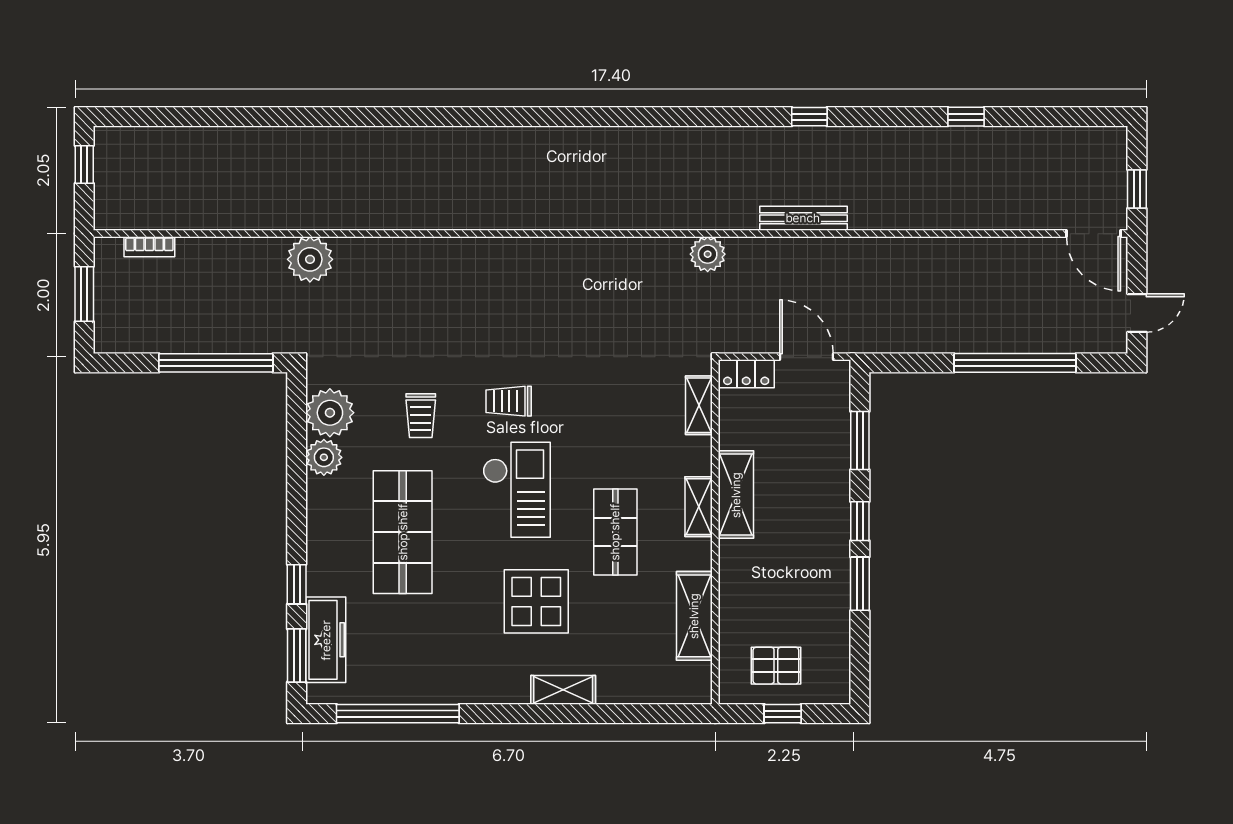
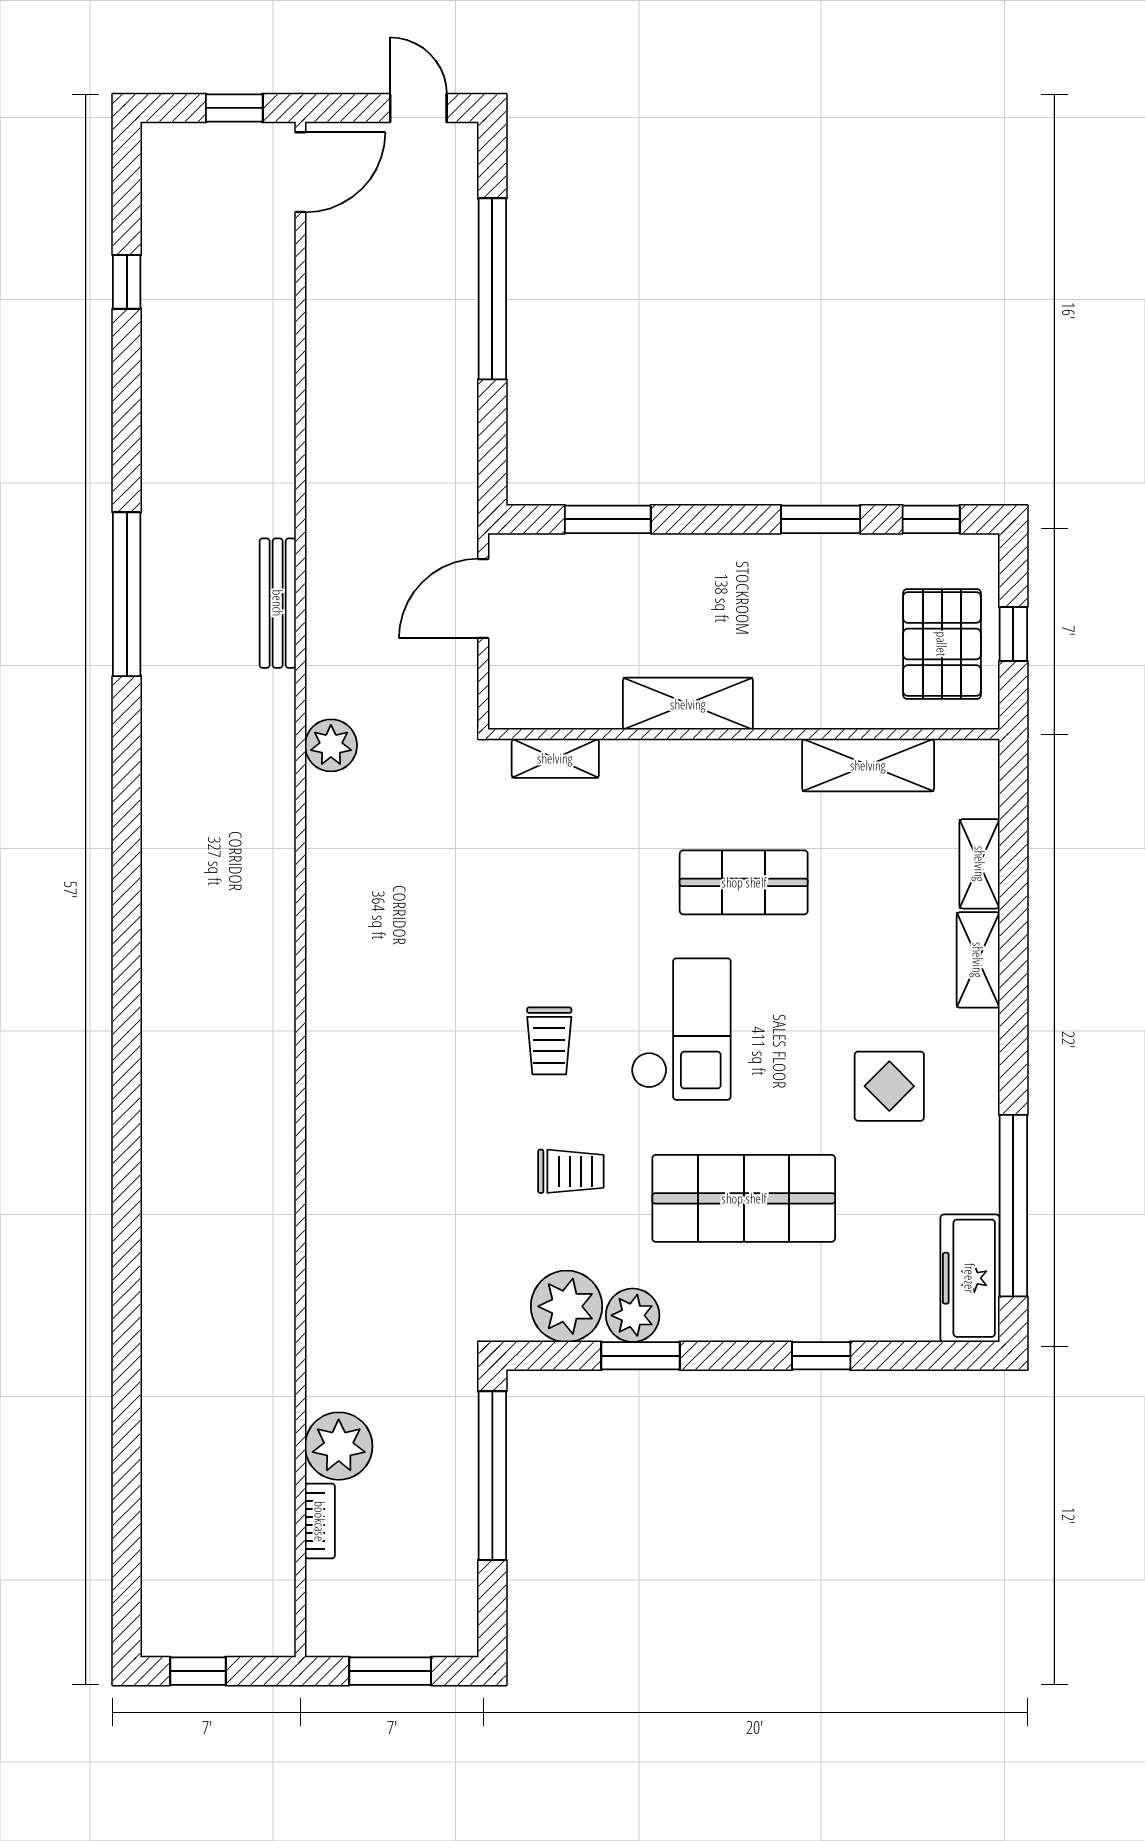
window: (809, 117) -> (127, 594), width x3.17
window: (966, 117) -> (127, 282), moved
bookcase: (149, 247) -> (320, 1521), moved
plant: (310, 259) -> (339, 1446), moved
locker: (746, 374) -> (509, 688), removed
checkout: (517, 490) -> (681, 1029), turned 90
shelving: (699, 507) -> (980, 864), moved, turned 90
window: (860, 521) -> (931, 519), moved
display table: (536, 601) -> (889, 1086), moved, width x0.73, depth x0.73
freezer: (326, 640) -> (970, 1278), moved, turned -90
window: (297, 655) -> (641, 1356), moved
pallet: (776, 666) -> (942, 644), width x1.50, depth x1.42

